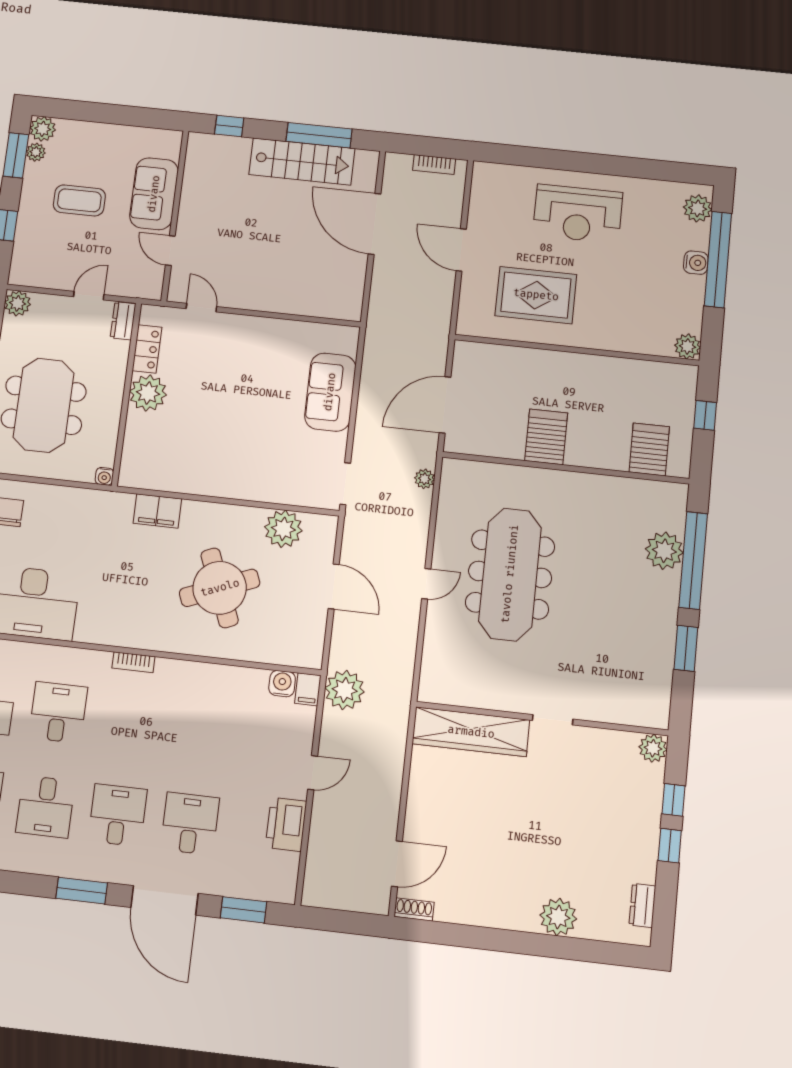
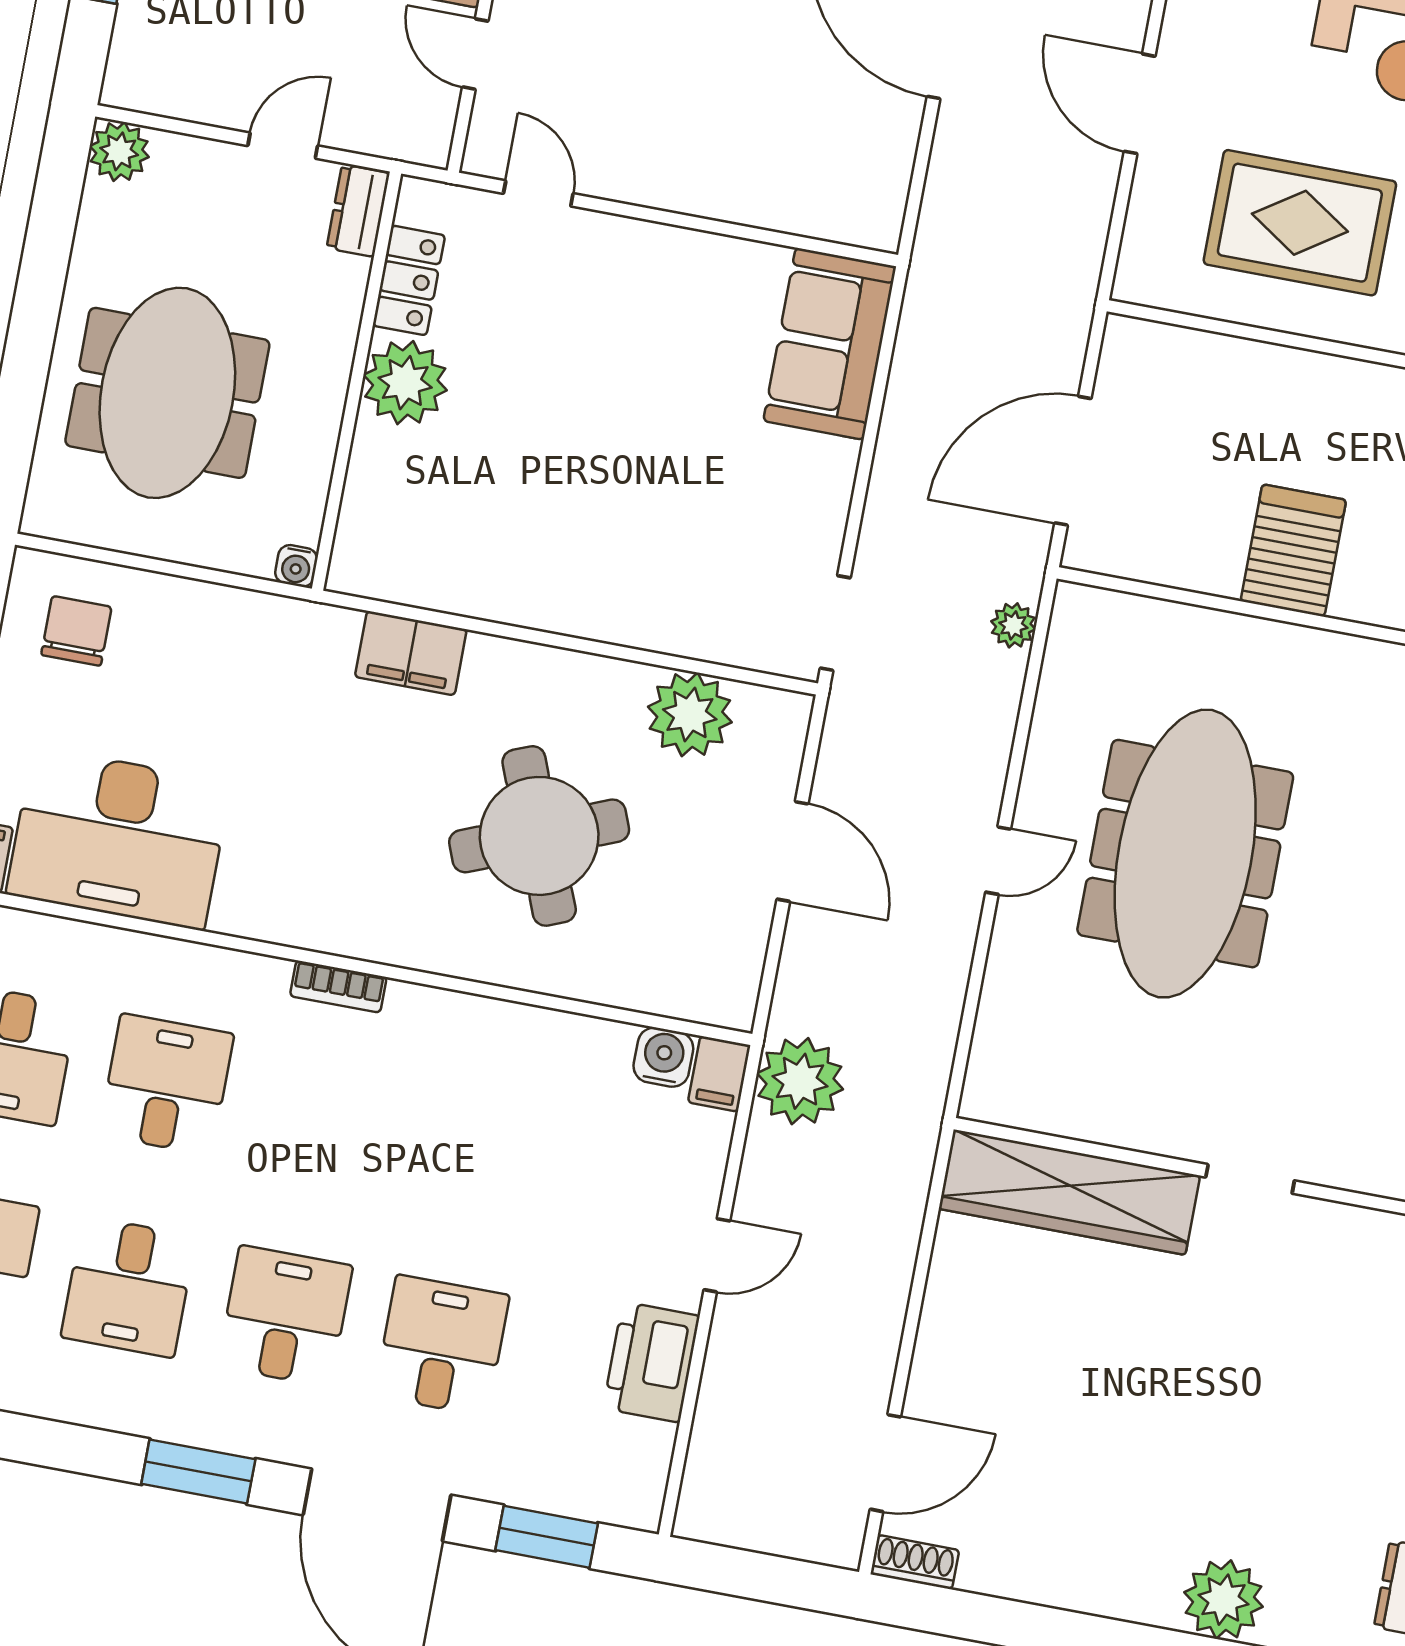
sofa: (330, 392) -> (830, 344), moved

